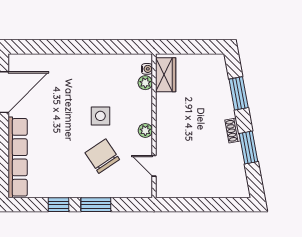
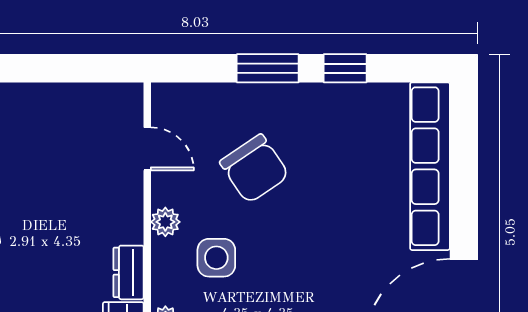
dresser: (163, 106) -> (129, 272), added
side table: (100, 116) -> (216, 258), moved

